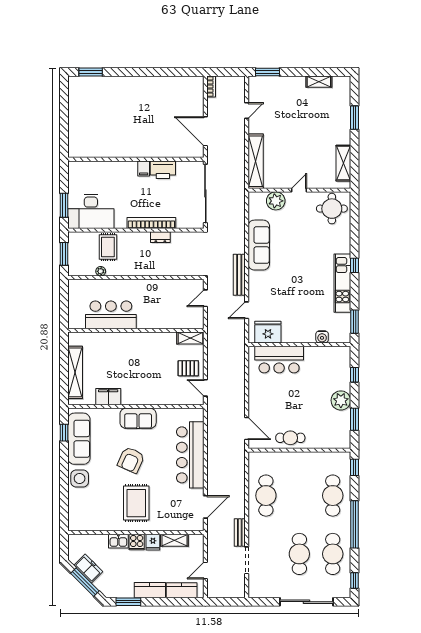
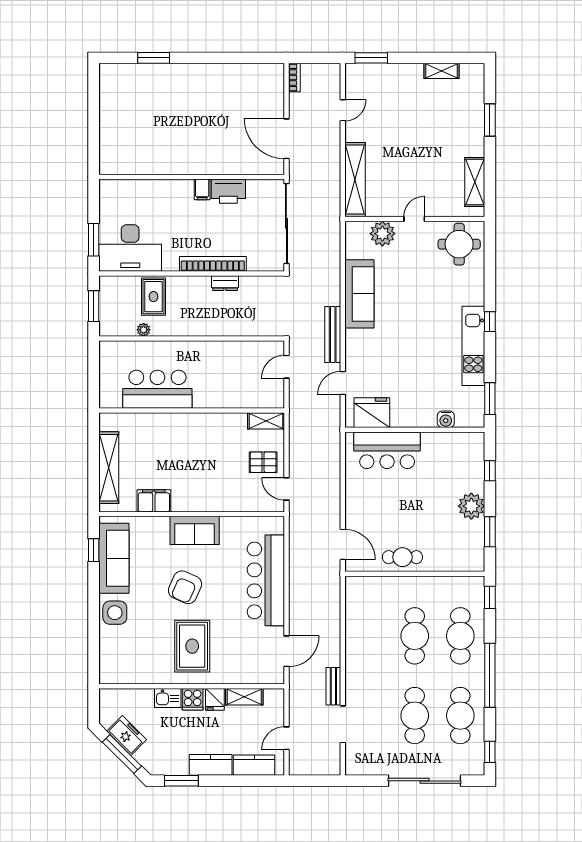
window: (91, 72) -> (154, 58), moved
cafe table: (266, 496) -> (415, 636), moved

